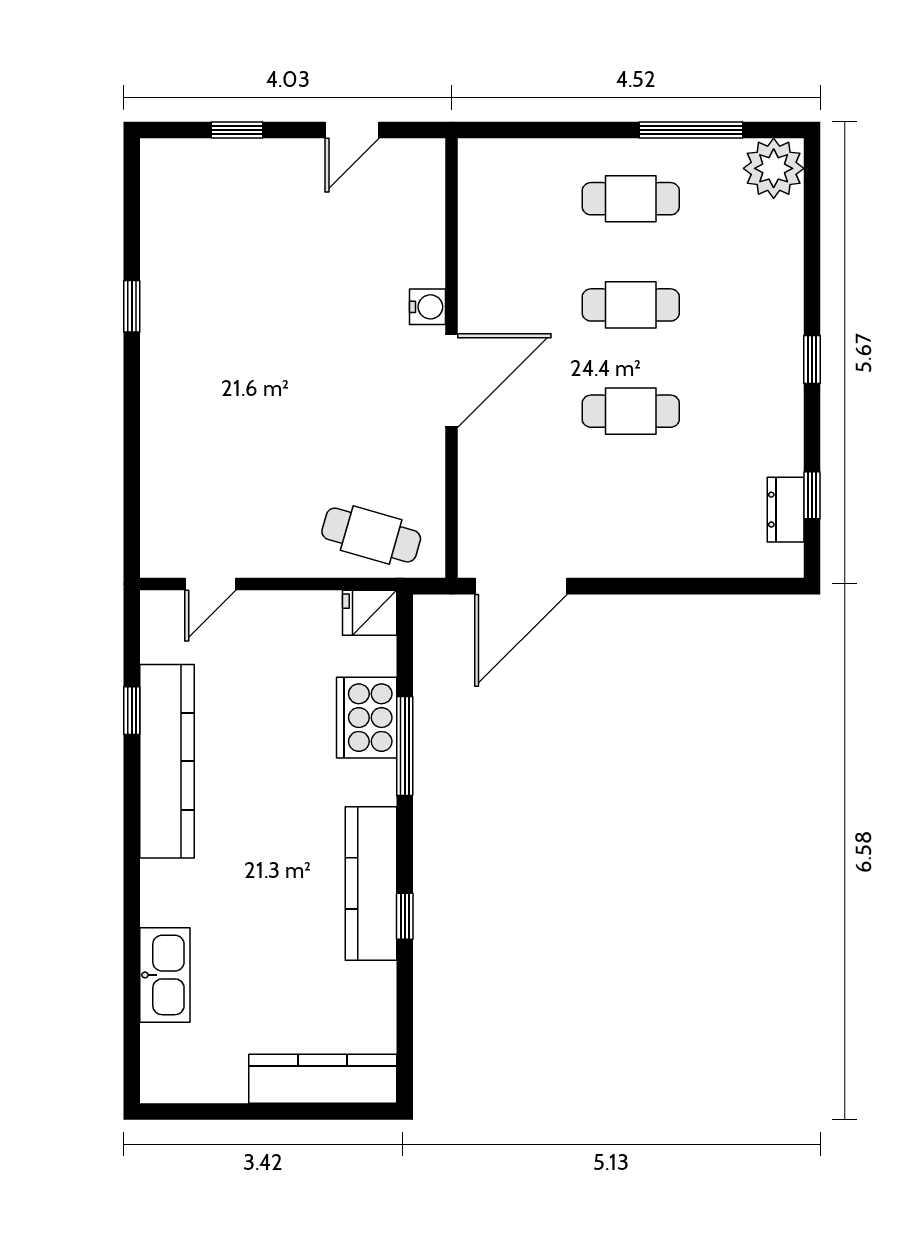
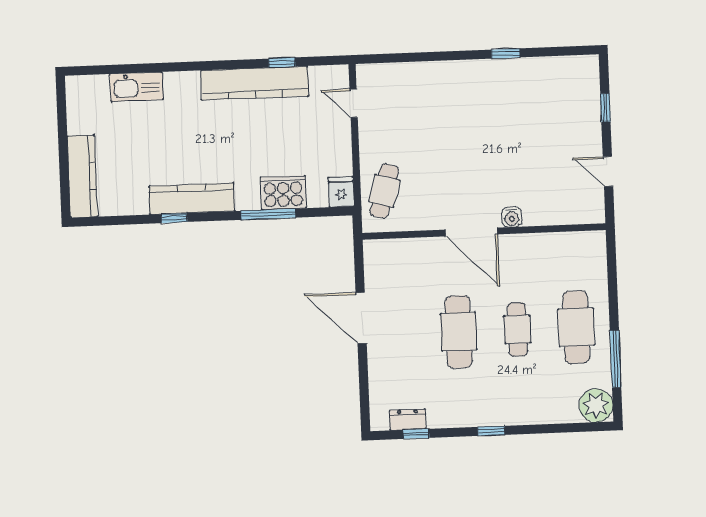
cafe table: (631, 199) -> (576, 327), width x1.37, depth x1.35
cafe table: (631, 411) -> (459, 332), width x1.37, depth x1.35
door: (521, 586) -> (361, 318), moved

